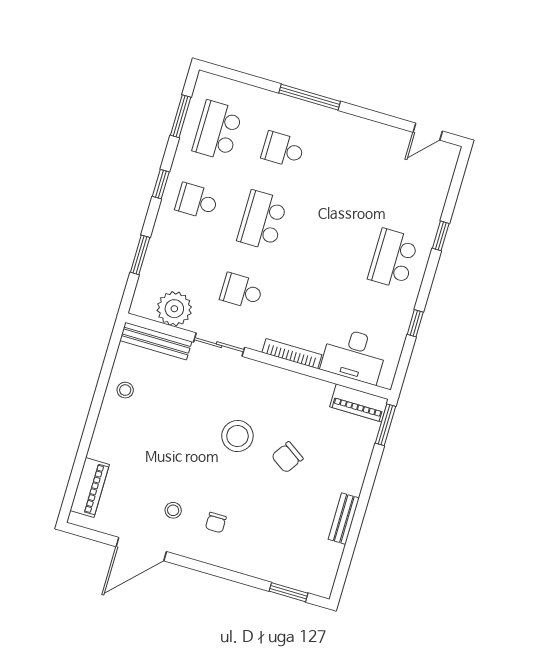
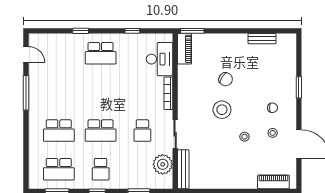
window: (310, 97) -> (26, 93), moved
school desk: (283, 149) -> (59, 131), width x1.85
stool: (125, 390) -> (244, 137), moved
bench: (344, 519) -> (262, 39), moved
window: (288, 592) -> (299, 87), moved

